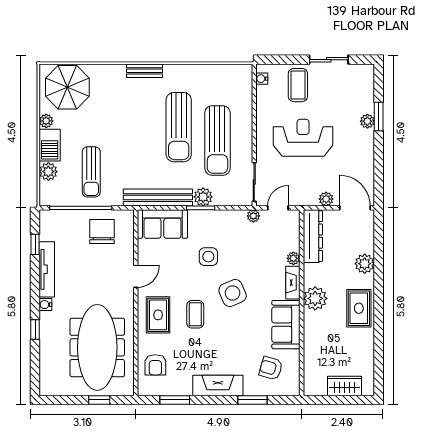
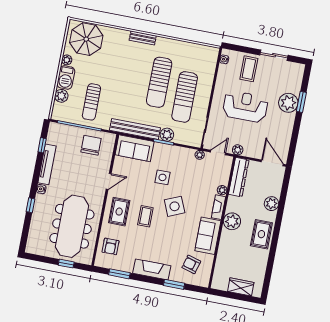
plant: (367, 121) -> (288, 103), width x1.87, depth x1.87
plant: (326, 199) -> (238, 150), moved

